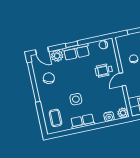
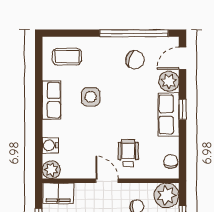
plant: (124, 43) -> (167, 195), added

